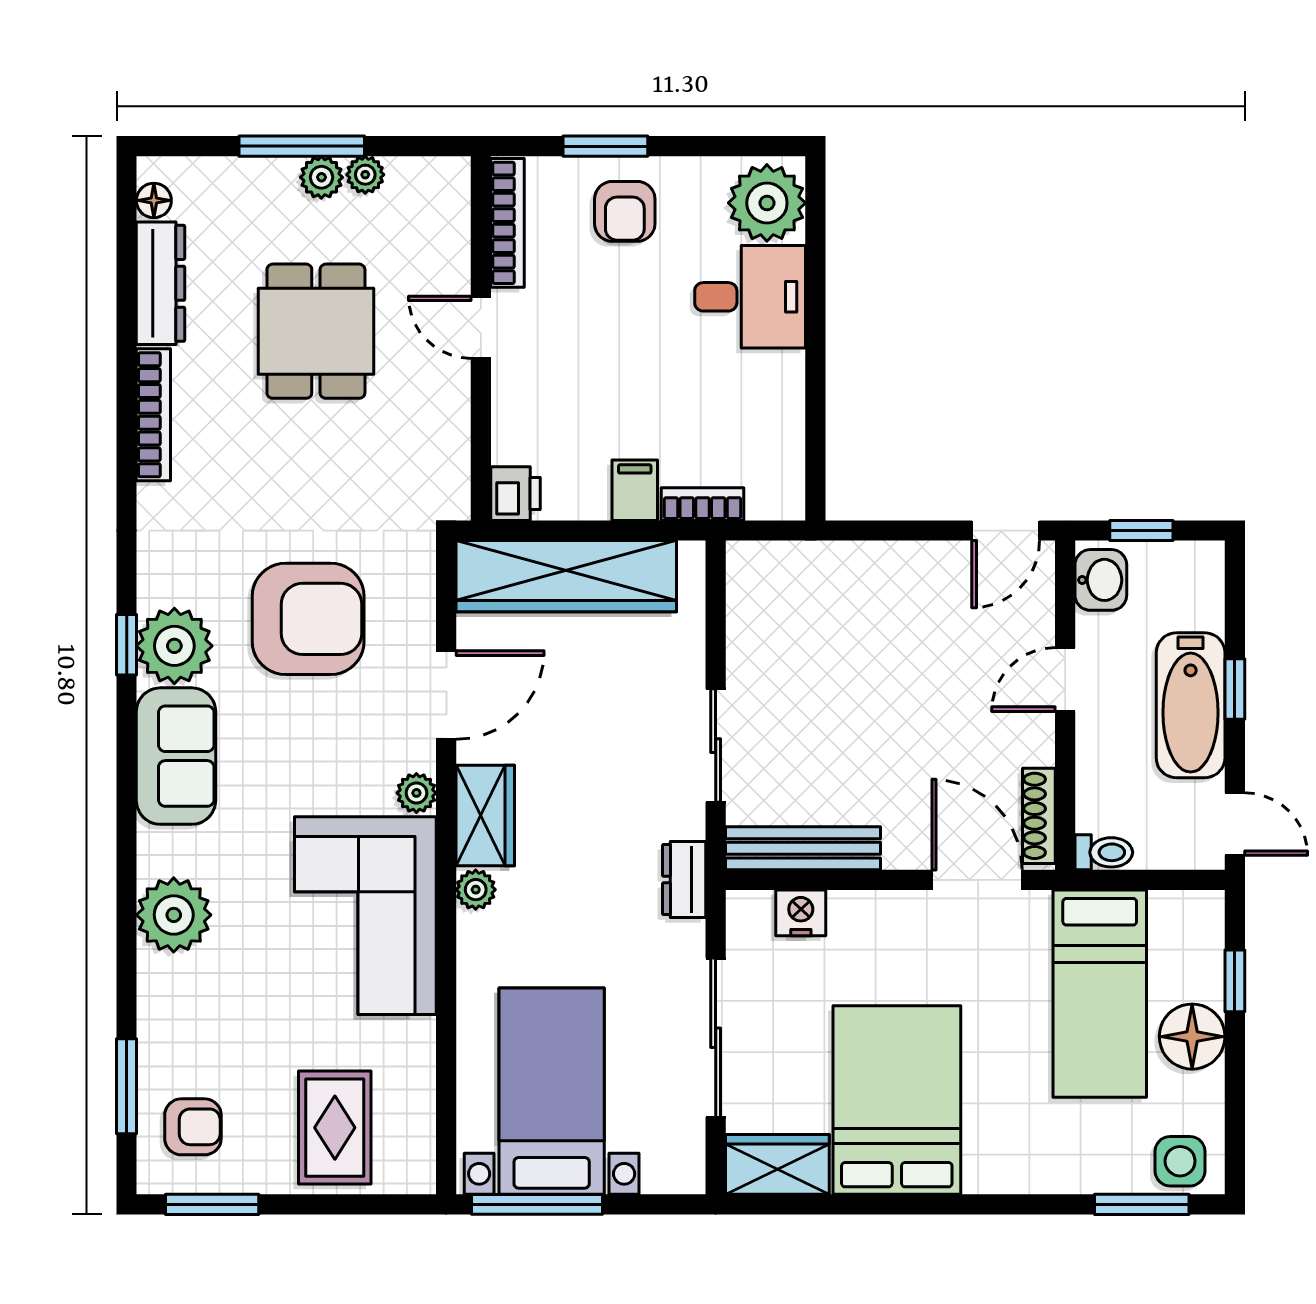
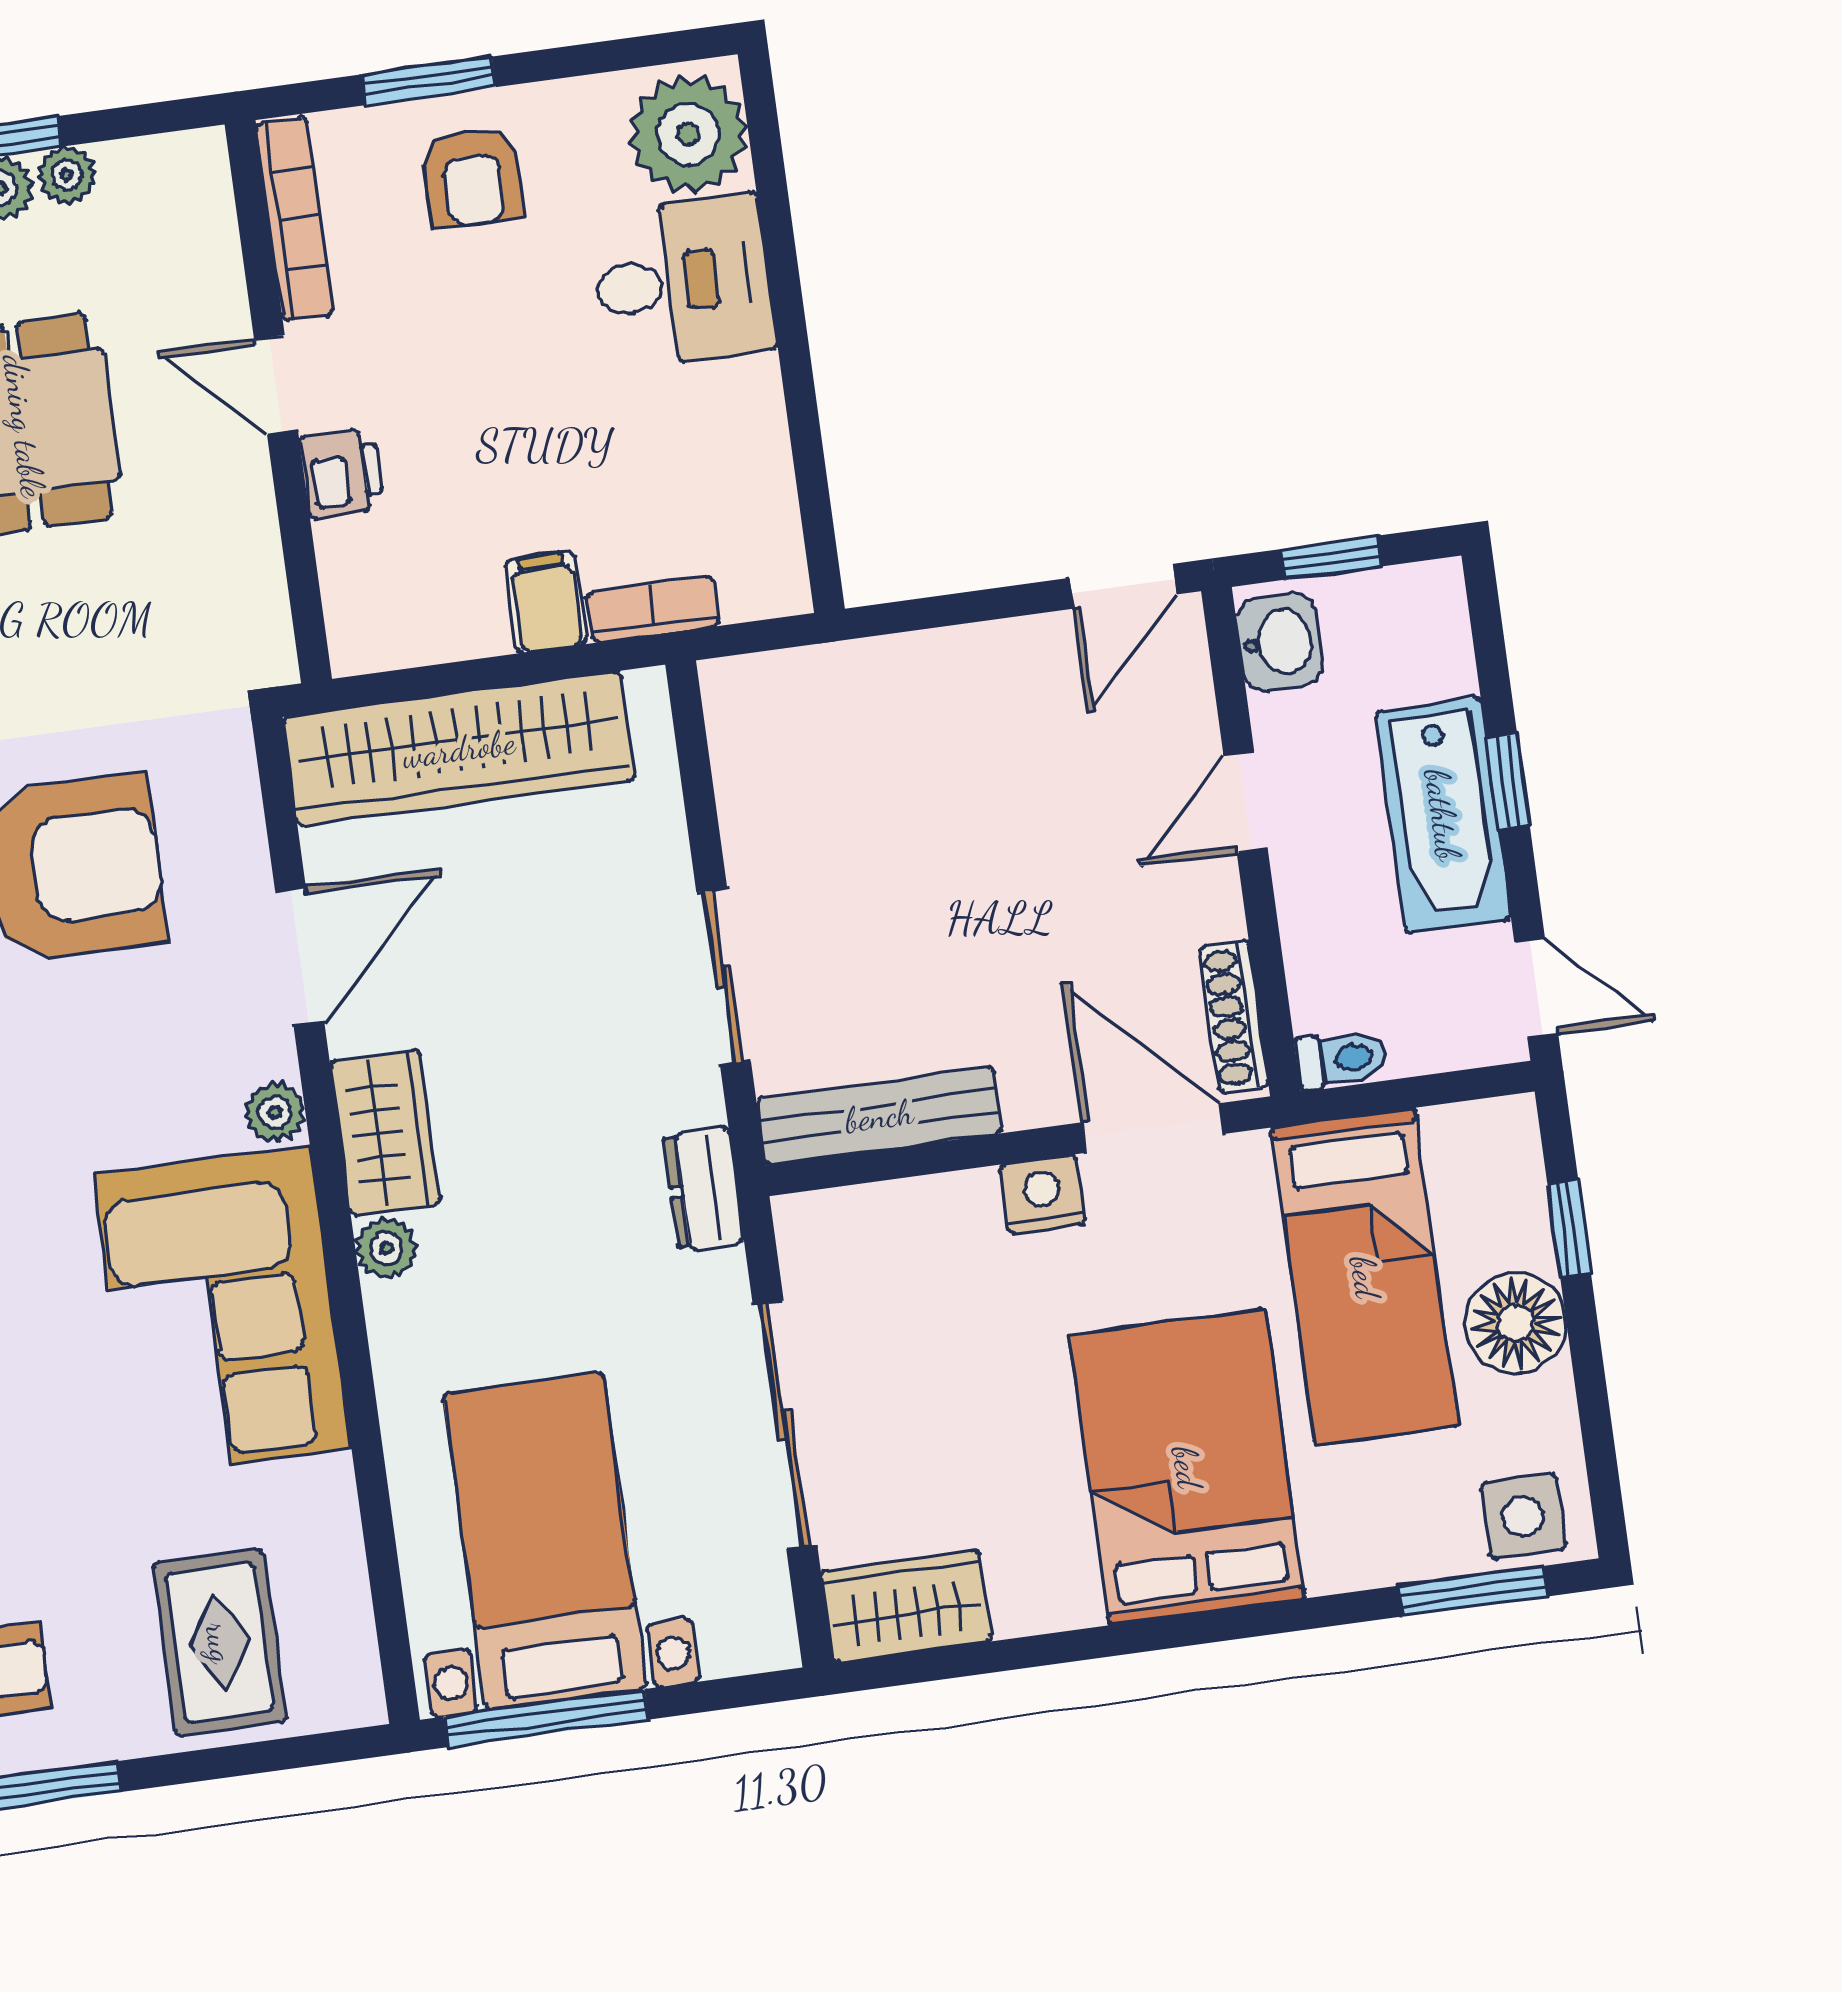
printer: (515, 494) -> (342, 473), moved
nightstand: (801, 913) -> (1043, 1195), moved
bed: (897, 1100) -> (1187, 1467), moved

